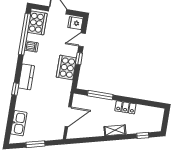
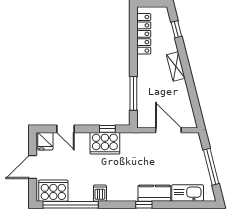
dishwasher: (31, 47) -> (100, 193), moved
window: (79, 59) -> (107, 129), moved
kitchen counter: (26, 77) -> (154, 193), moved
locker: (125, 107) -> (144, 34), moved, width x1.53
window: (35, 144) -> (211, 167), width x1.44

